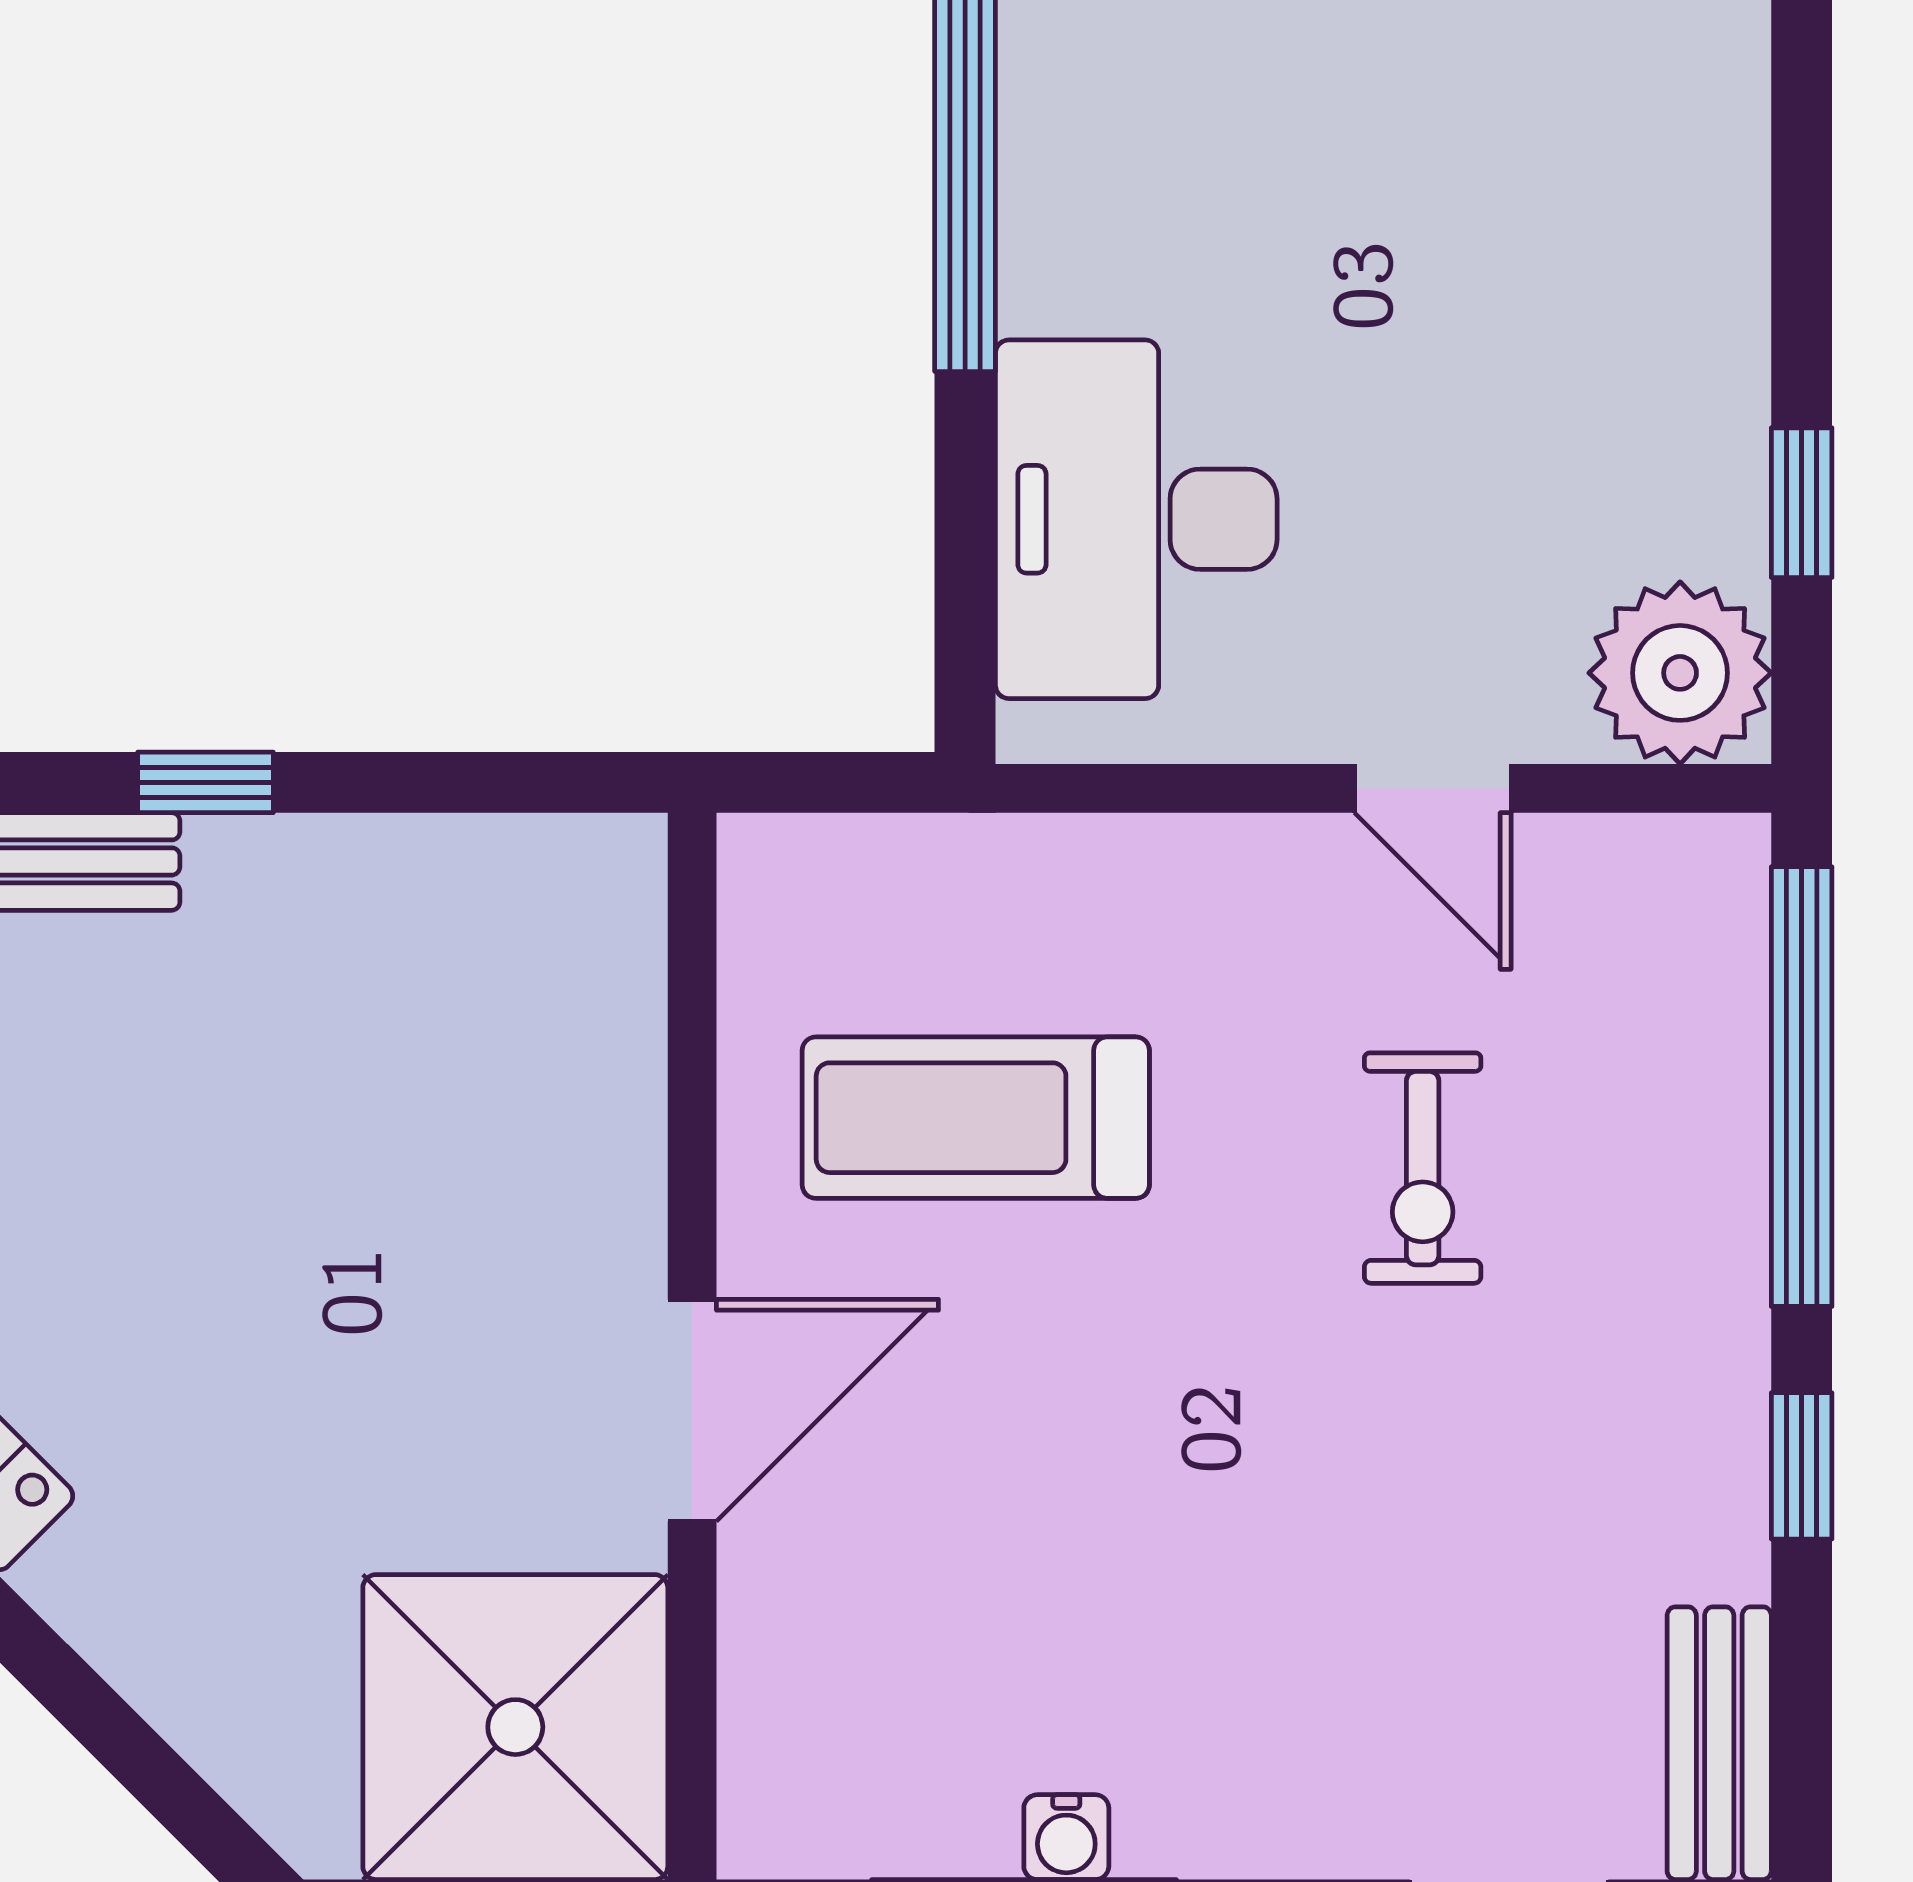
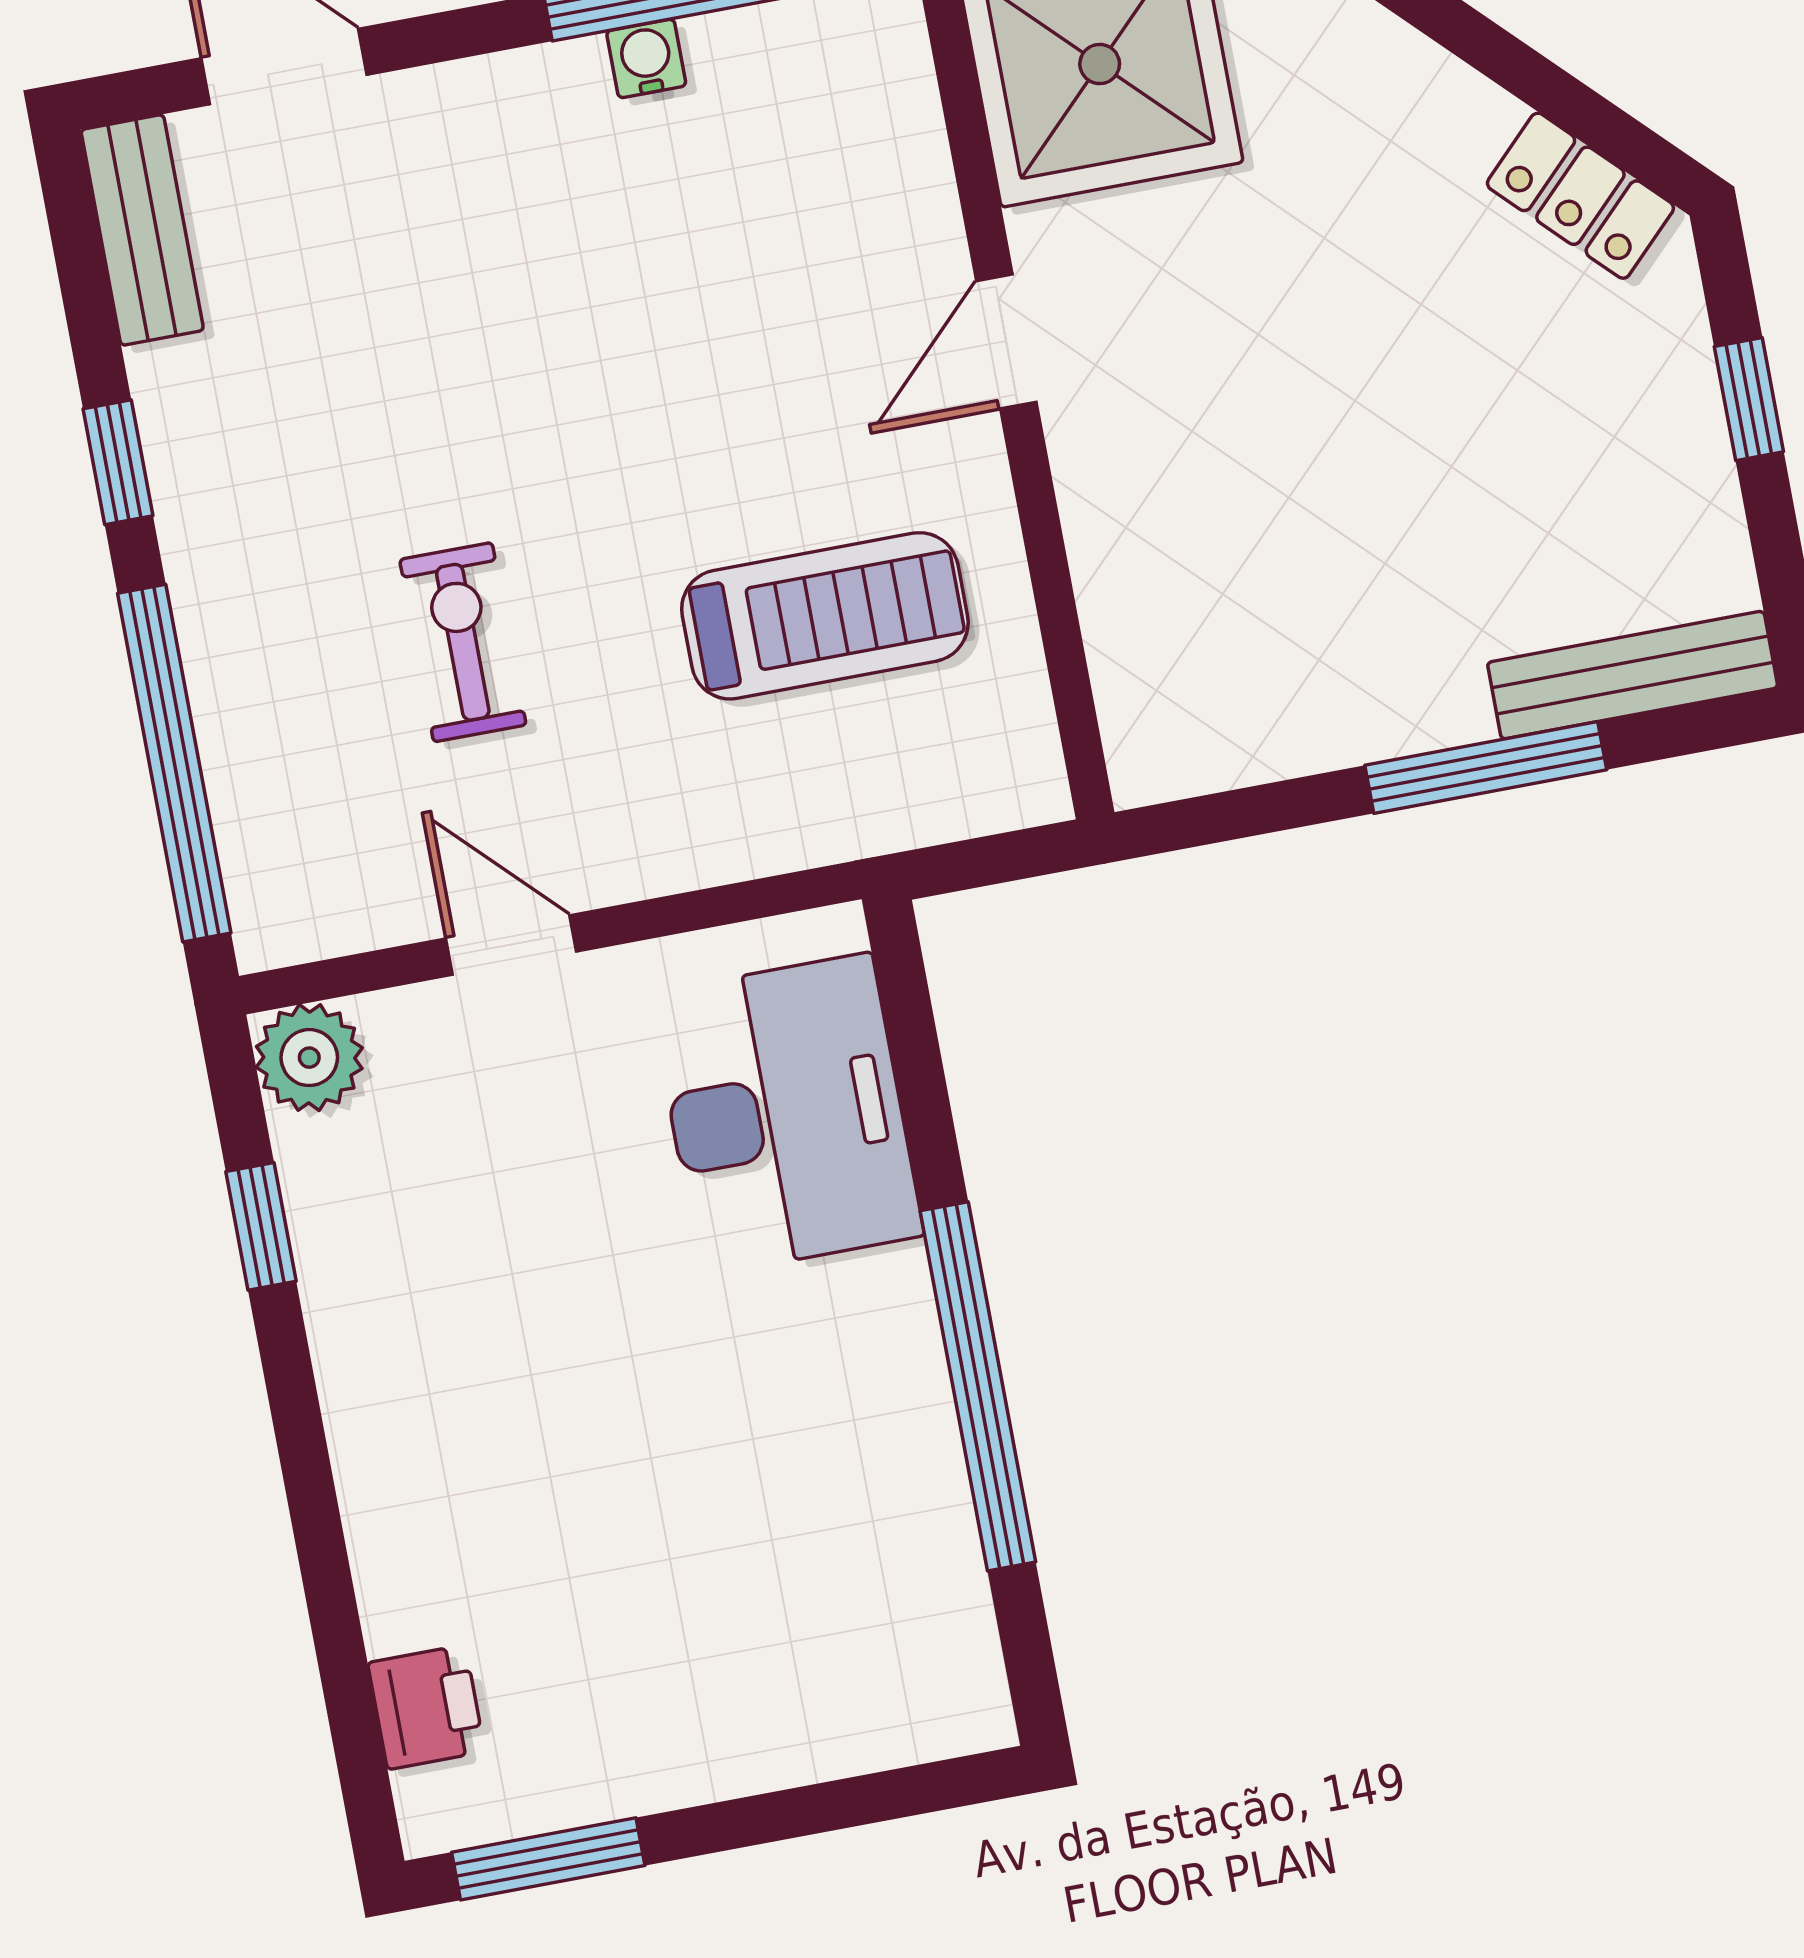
plant: (1680, 673) -> (309, 1058), width x0.73, depth x0.73
window: (205, 782) -> (1486, 767), width x2.17
door: (692, 1410) -> (1006, 342), width x0.73

